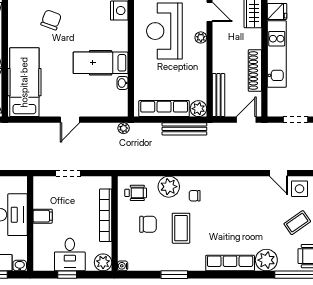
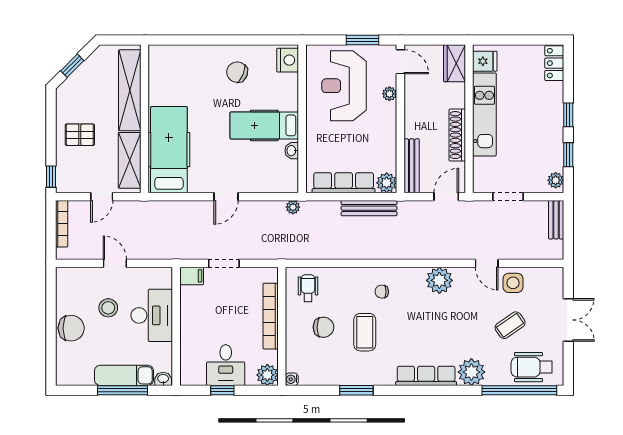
chair: (51, 20) -> (237, 72), moved, turned -87
plant: (169, 187) -> (439, 280), moved
wheelchair: (136, 193) -> (308, 288), turned -90
filing cabinet: (43, 216) -> (192, 276), moved

